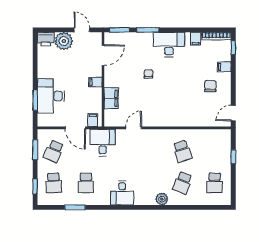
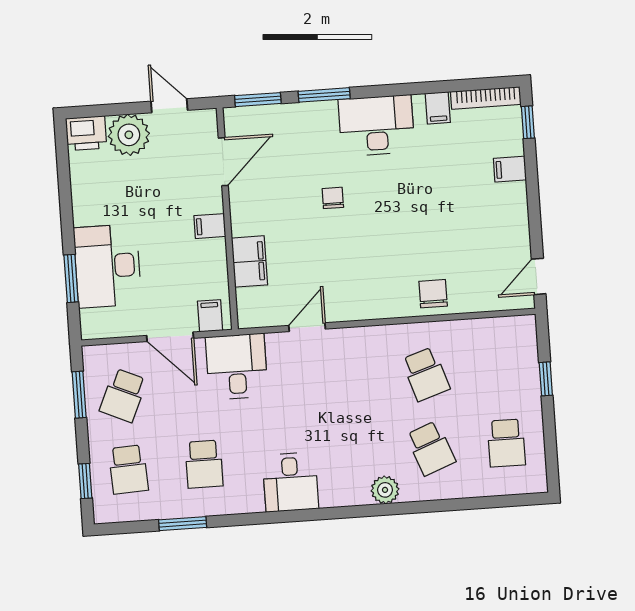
chair: (210, 86) -> (433, 294), moved
school desk: (182, 183) -> (431, 448), turned -42

